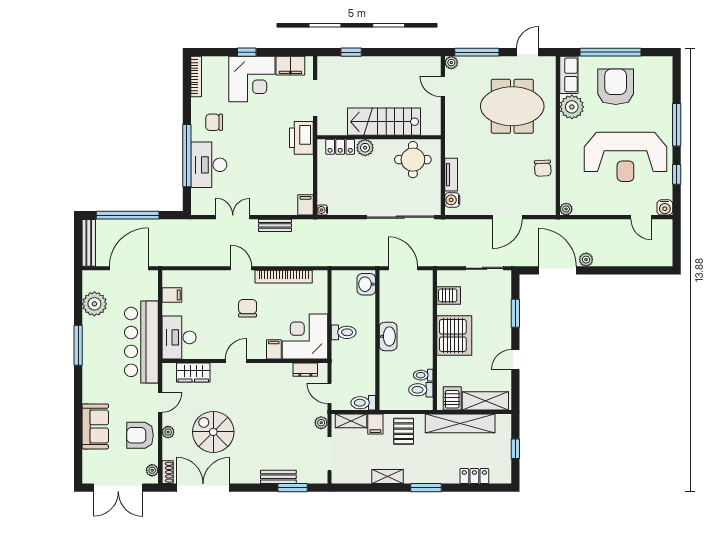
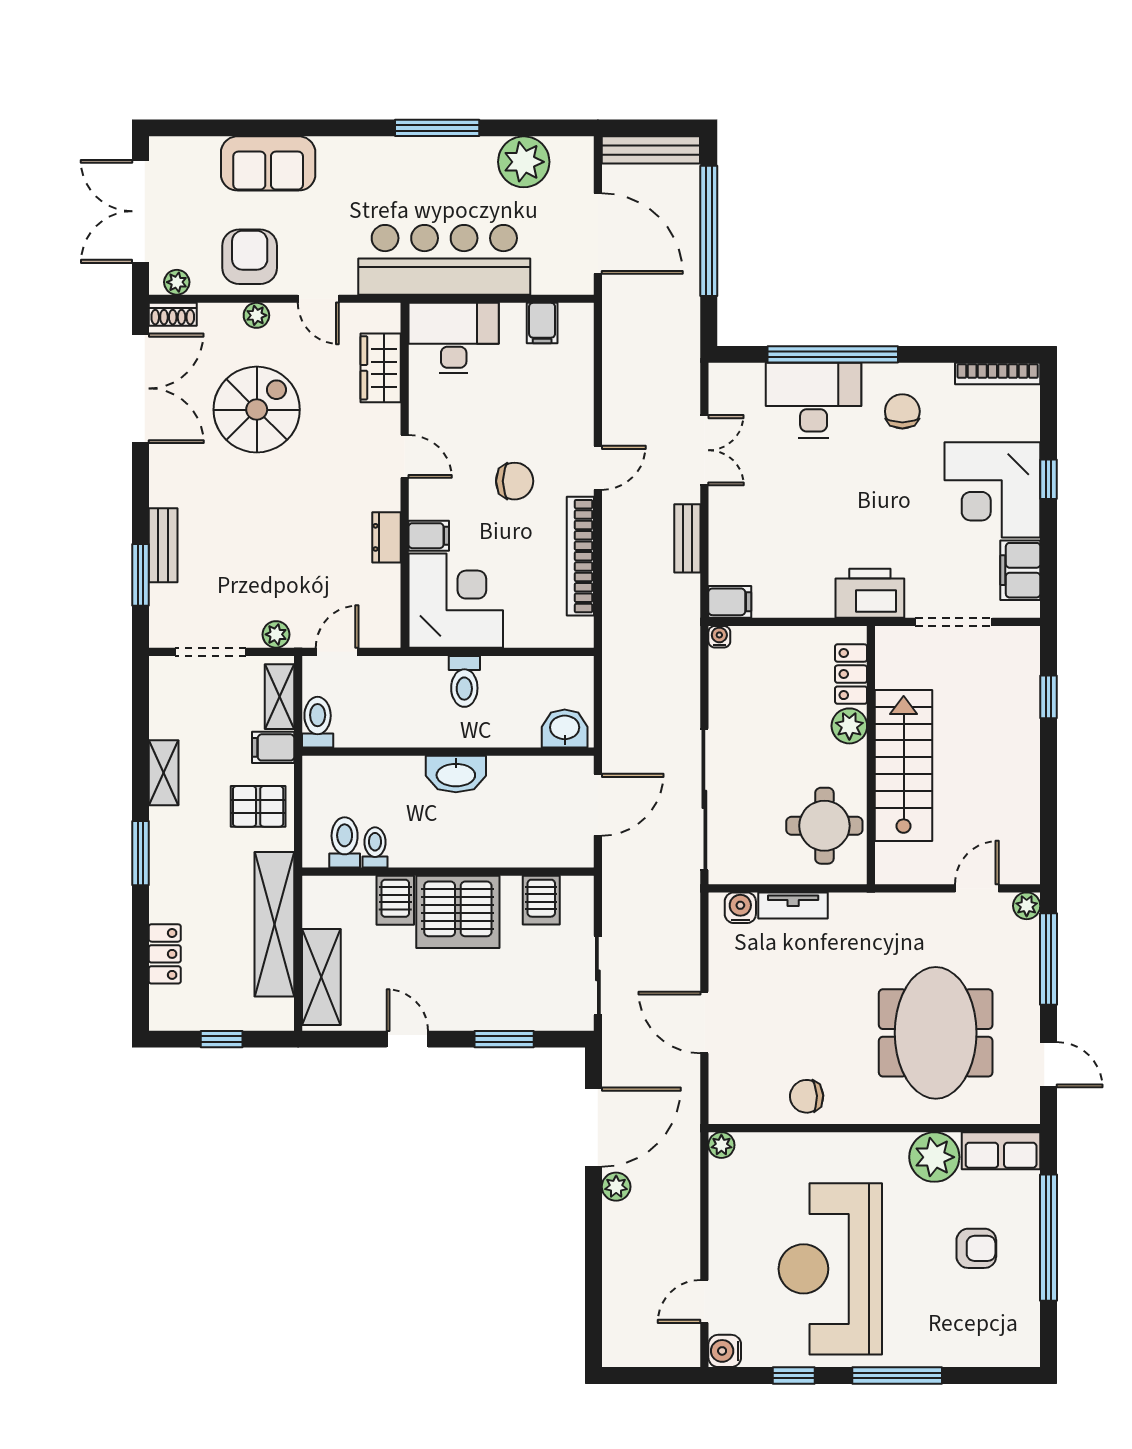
armchair: (616, 87) -> (976, 1248), width x0.53, depth x0.53
dresser: (305, 370) -> (387, 537), moved
server rack: (452, 398) -> (395, 900), moved, turned 90

